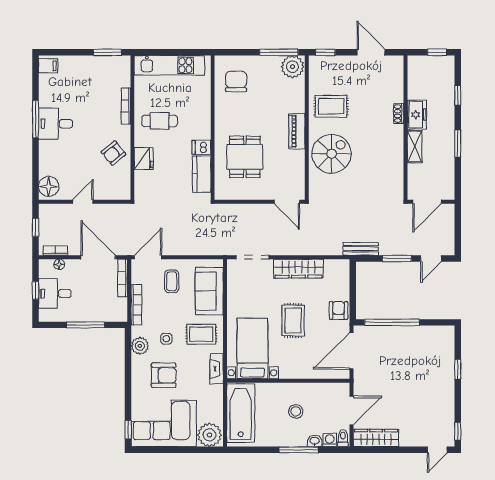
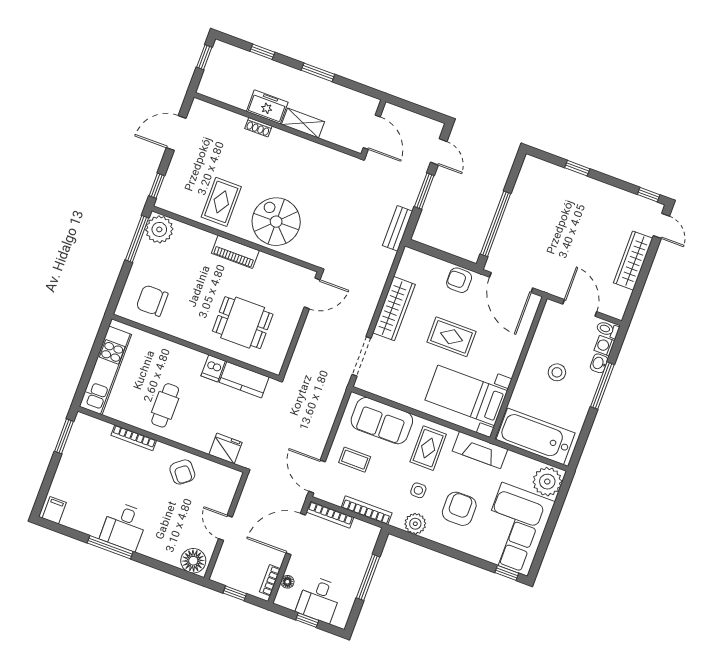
fridge: (144, 159) -> (225, 448), moved
fireplace: (217, 369) -> (480, 450), width x1.37, depth x1.32
wardrobe: (376, 438) -> (633, 261), moved

